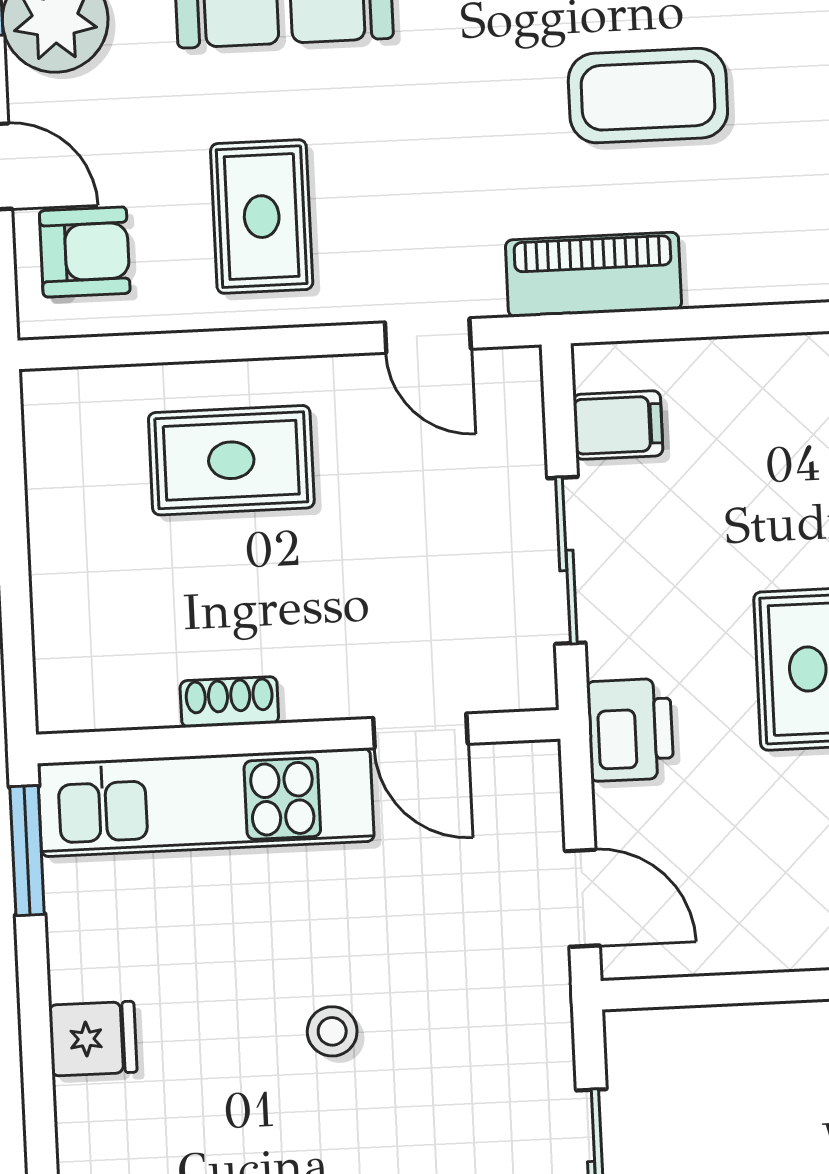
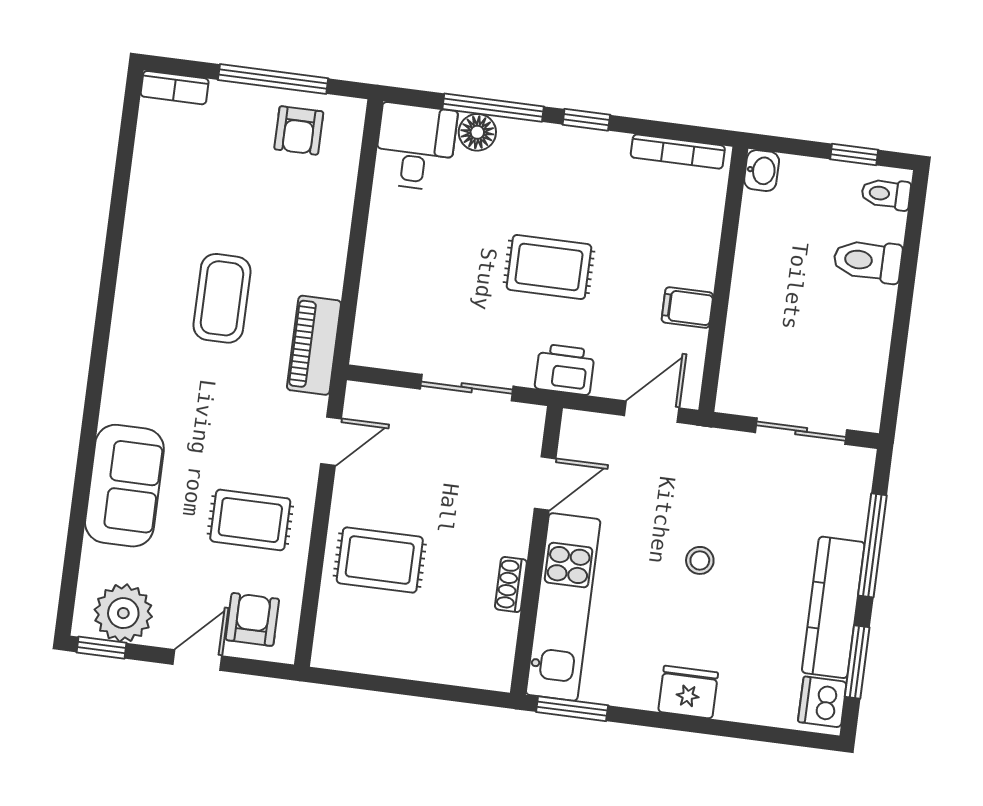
filing cabinet: (618, 425) -> (687, 308), moved, turned -90
rug: (231, 460) -> (380, 560), turned 90
fridge: (93, 1039) -> (688, 692), width x1.38

